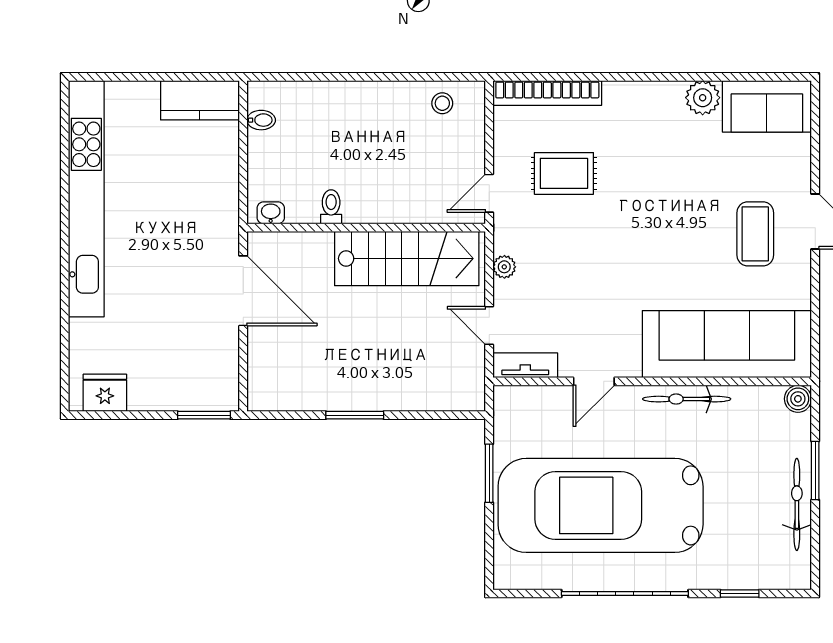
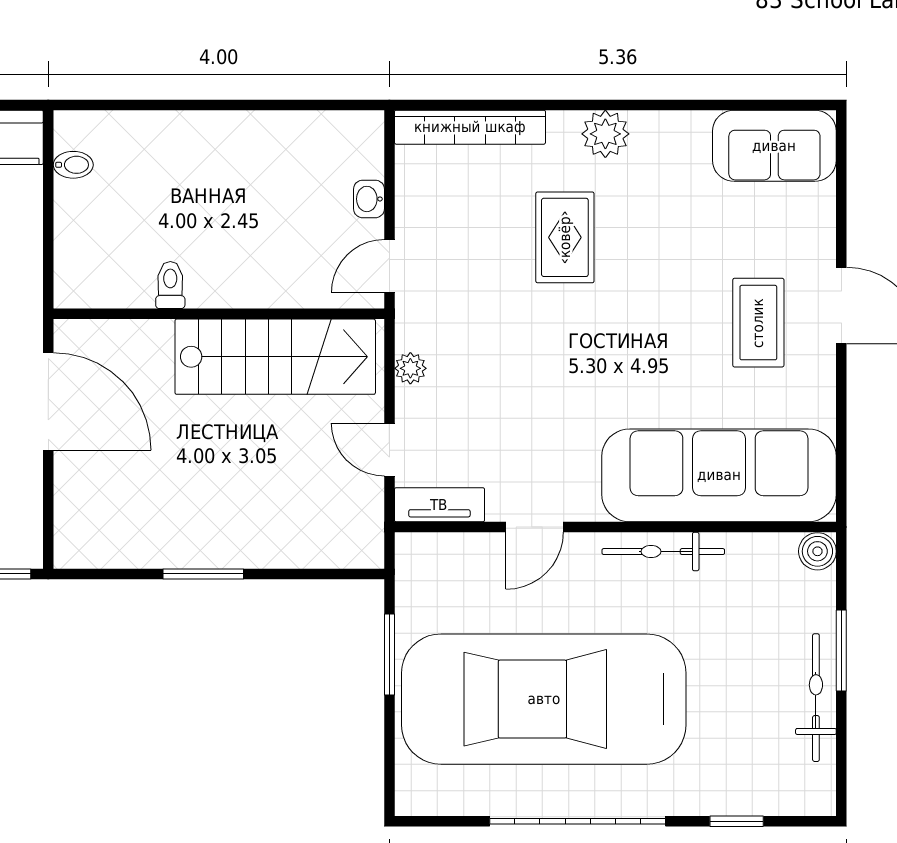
plant: (703, 98) -> (605, 134), moved
stool: (442, 103) -> (324, 141), removed
rug: (564, 173) -> (565, 237), moved, turned 90
washbasin: (271, 213) -> (369, 199), moved, turned -90

